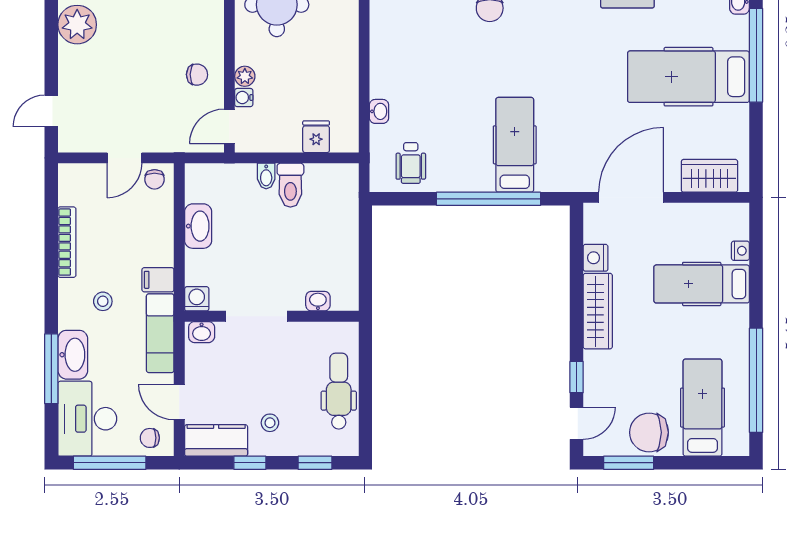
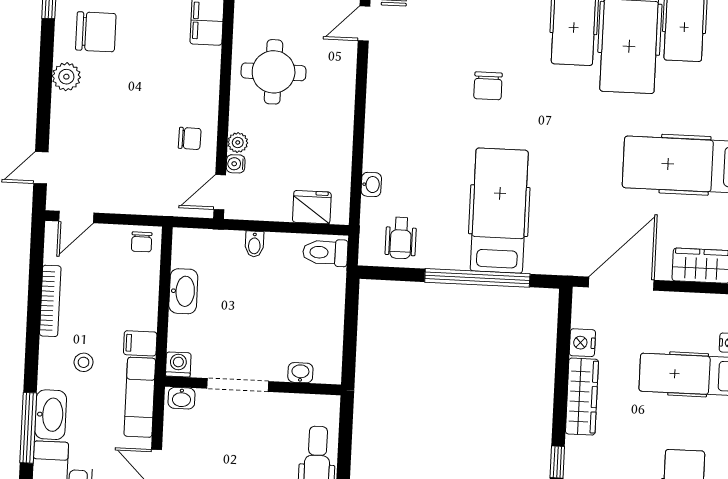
plant: (77, 25) -> (66, 77), width x0.73, depth x0.73
fridge: (316, 137) -> (312, 207), width x1.38
hospital bed: (515, 145) -> (499, 211), width x1.37, depth x1.29
door: (125, 158) -> (76, 217), moved
toilet: (290, 185) -> (325, 252), moved, turned 90

